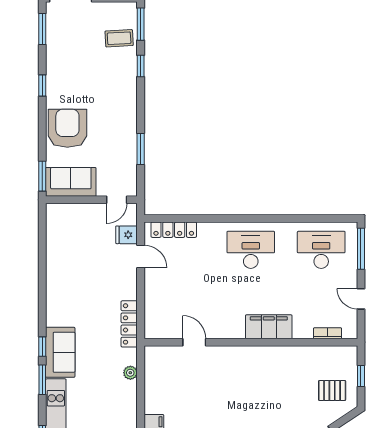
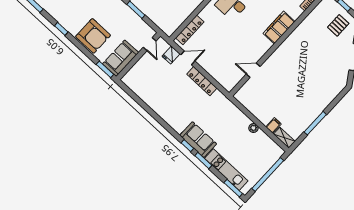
armchair: (67, 128) -> (93, 36), turned 180
locker: (129, 324) -> (202, 81), moved
plant: (130, 373) -> (253, 128), moved

